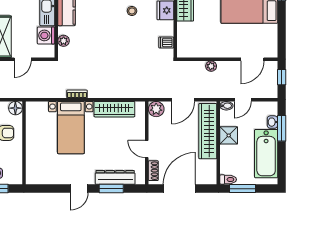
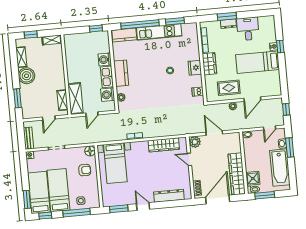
rug: (208, 41) -> (229, 88), added
door: (252, 59) -> (252, 99), moved
door: (183, 100) -> (214, 133), swing flipped
door: (243, 100) -> (269, 128), moved
bed with nightstands: (71, 128) -> (115, 163), moved
wardrobe: (208, 131) -> (237, 174), moved
shower: (229, 135) -> (253, 178), moved
door: (147, 149) -> (189, 159), moved
door: (79, 189) -> (143, 206), swing flipped
window: (111, 189) -> (119, 209), moved

